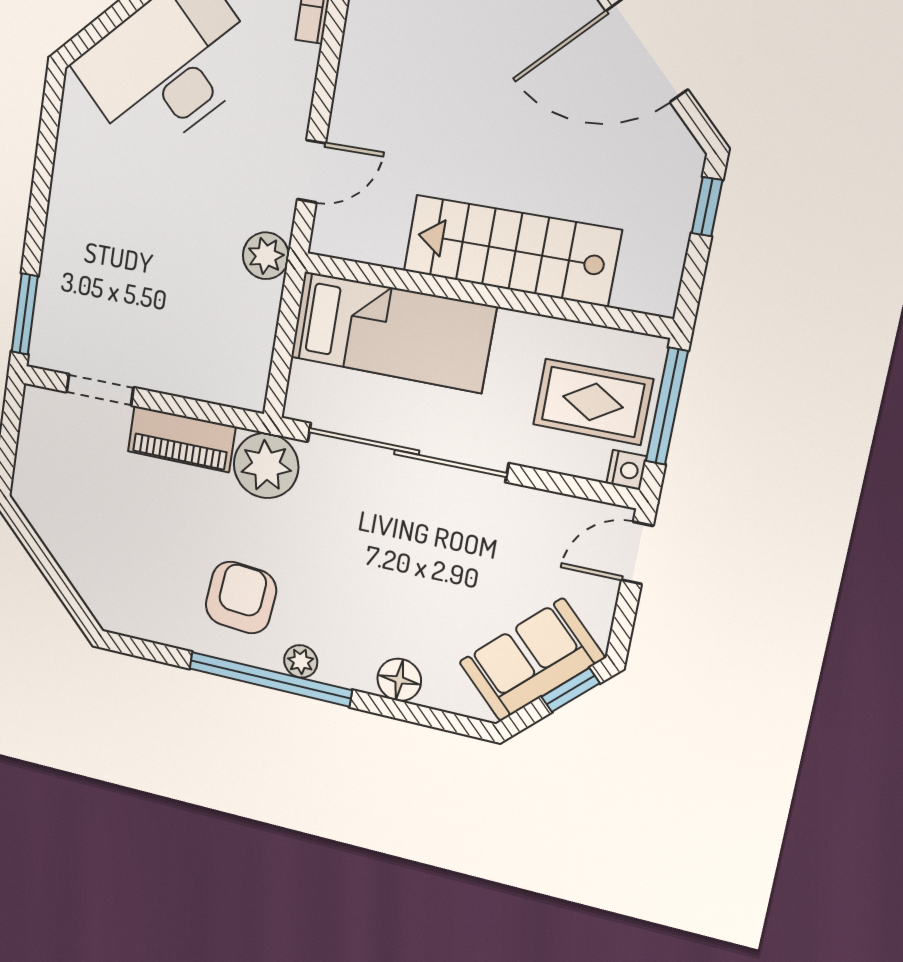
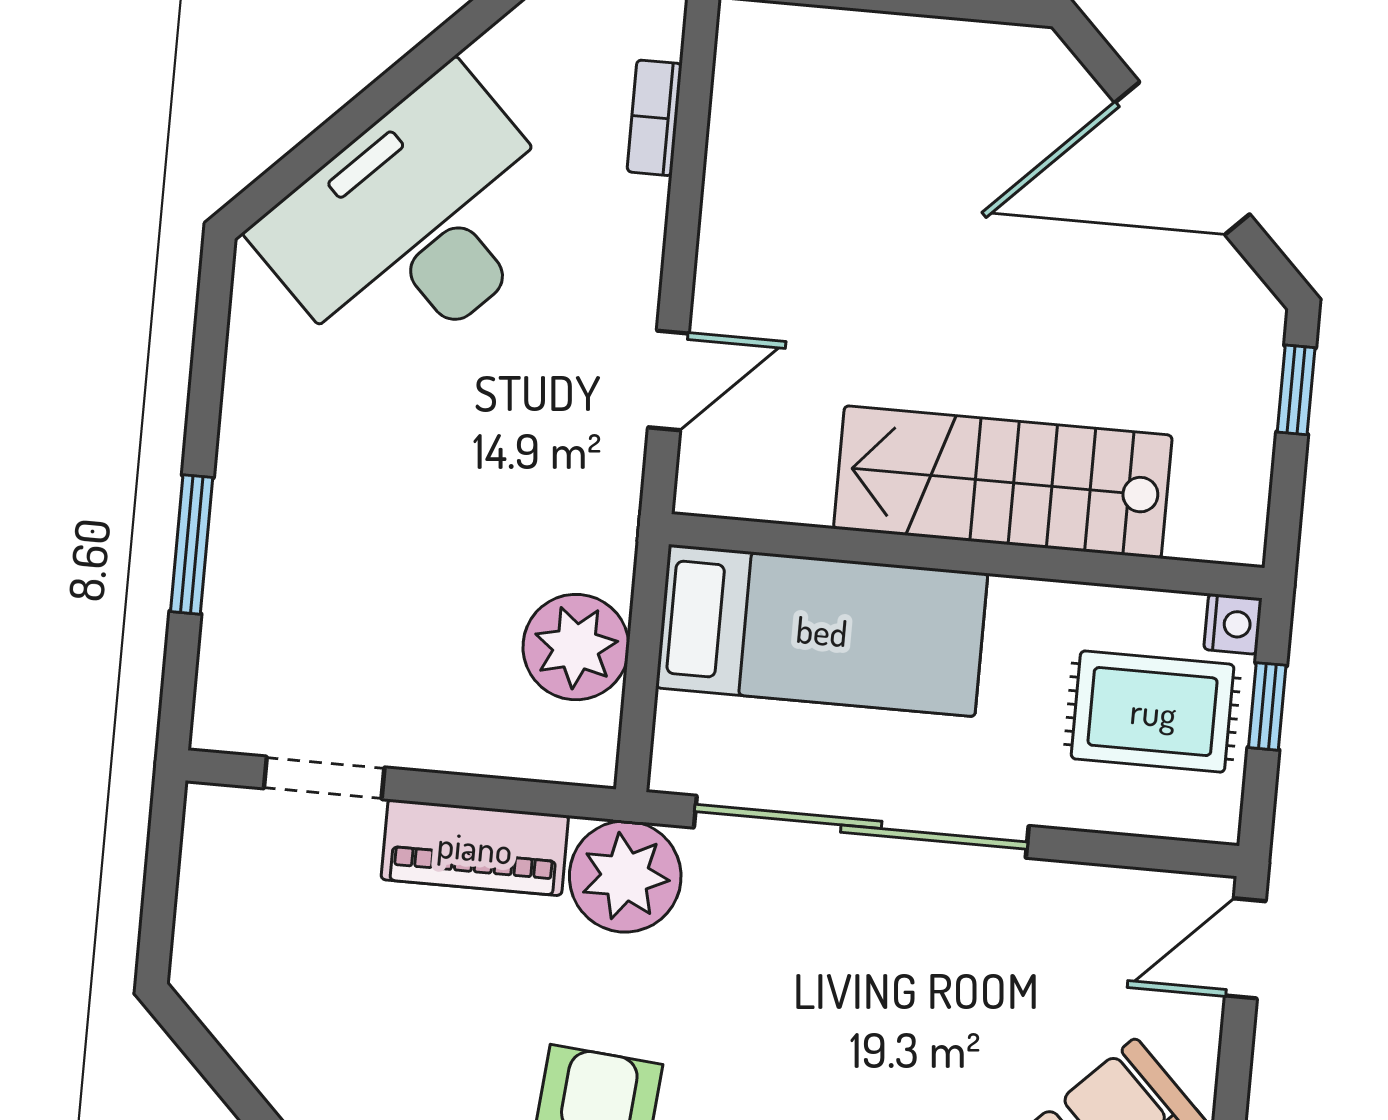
plant: (266, 256) -> (576, 647), moved, width x1.36, depth x1.36
window: (25, 314) -> (192, 545), moved
window: (667, 406) -> (1267, 706), width x0.46
nightstand: (627, 470) -> (1233, 624), moved

